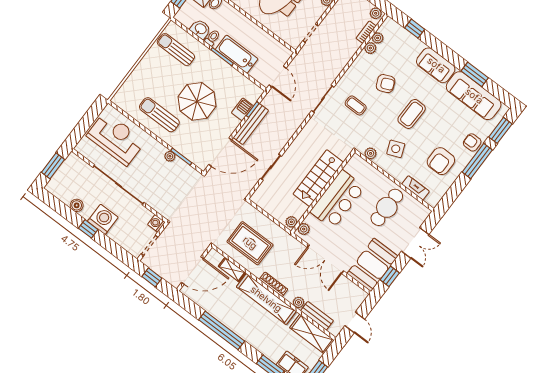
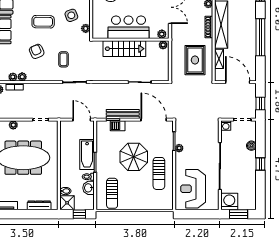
door: (278, 76) -> (82, 120), hinge flipped
boiler: (77, 205) -> (251, 146), moved
washing machine: (103, 219) -> (229, 202), moved, turned 90

